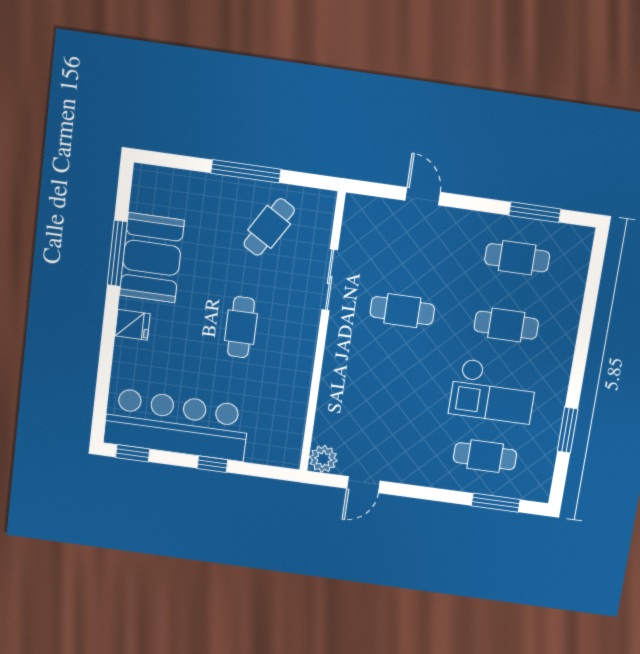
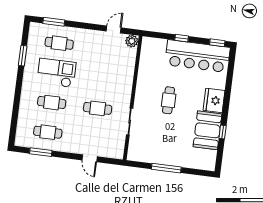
cafe table: (269, 227) -> (156, 144), removed
window: (117, 253) -> (223, 132), width x0.46
fridge: (132, 325) -> (214, 100), width x1.88, depth x1.34

